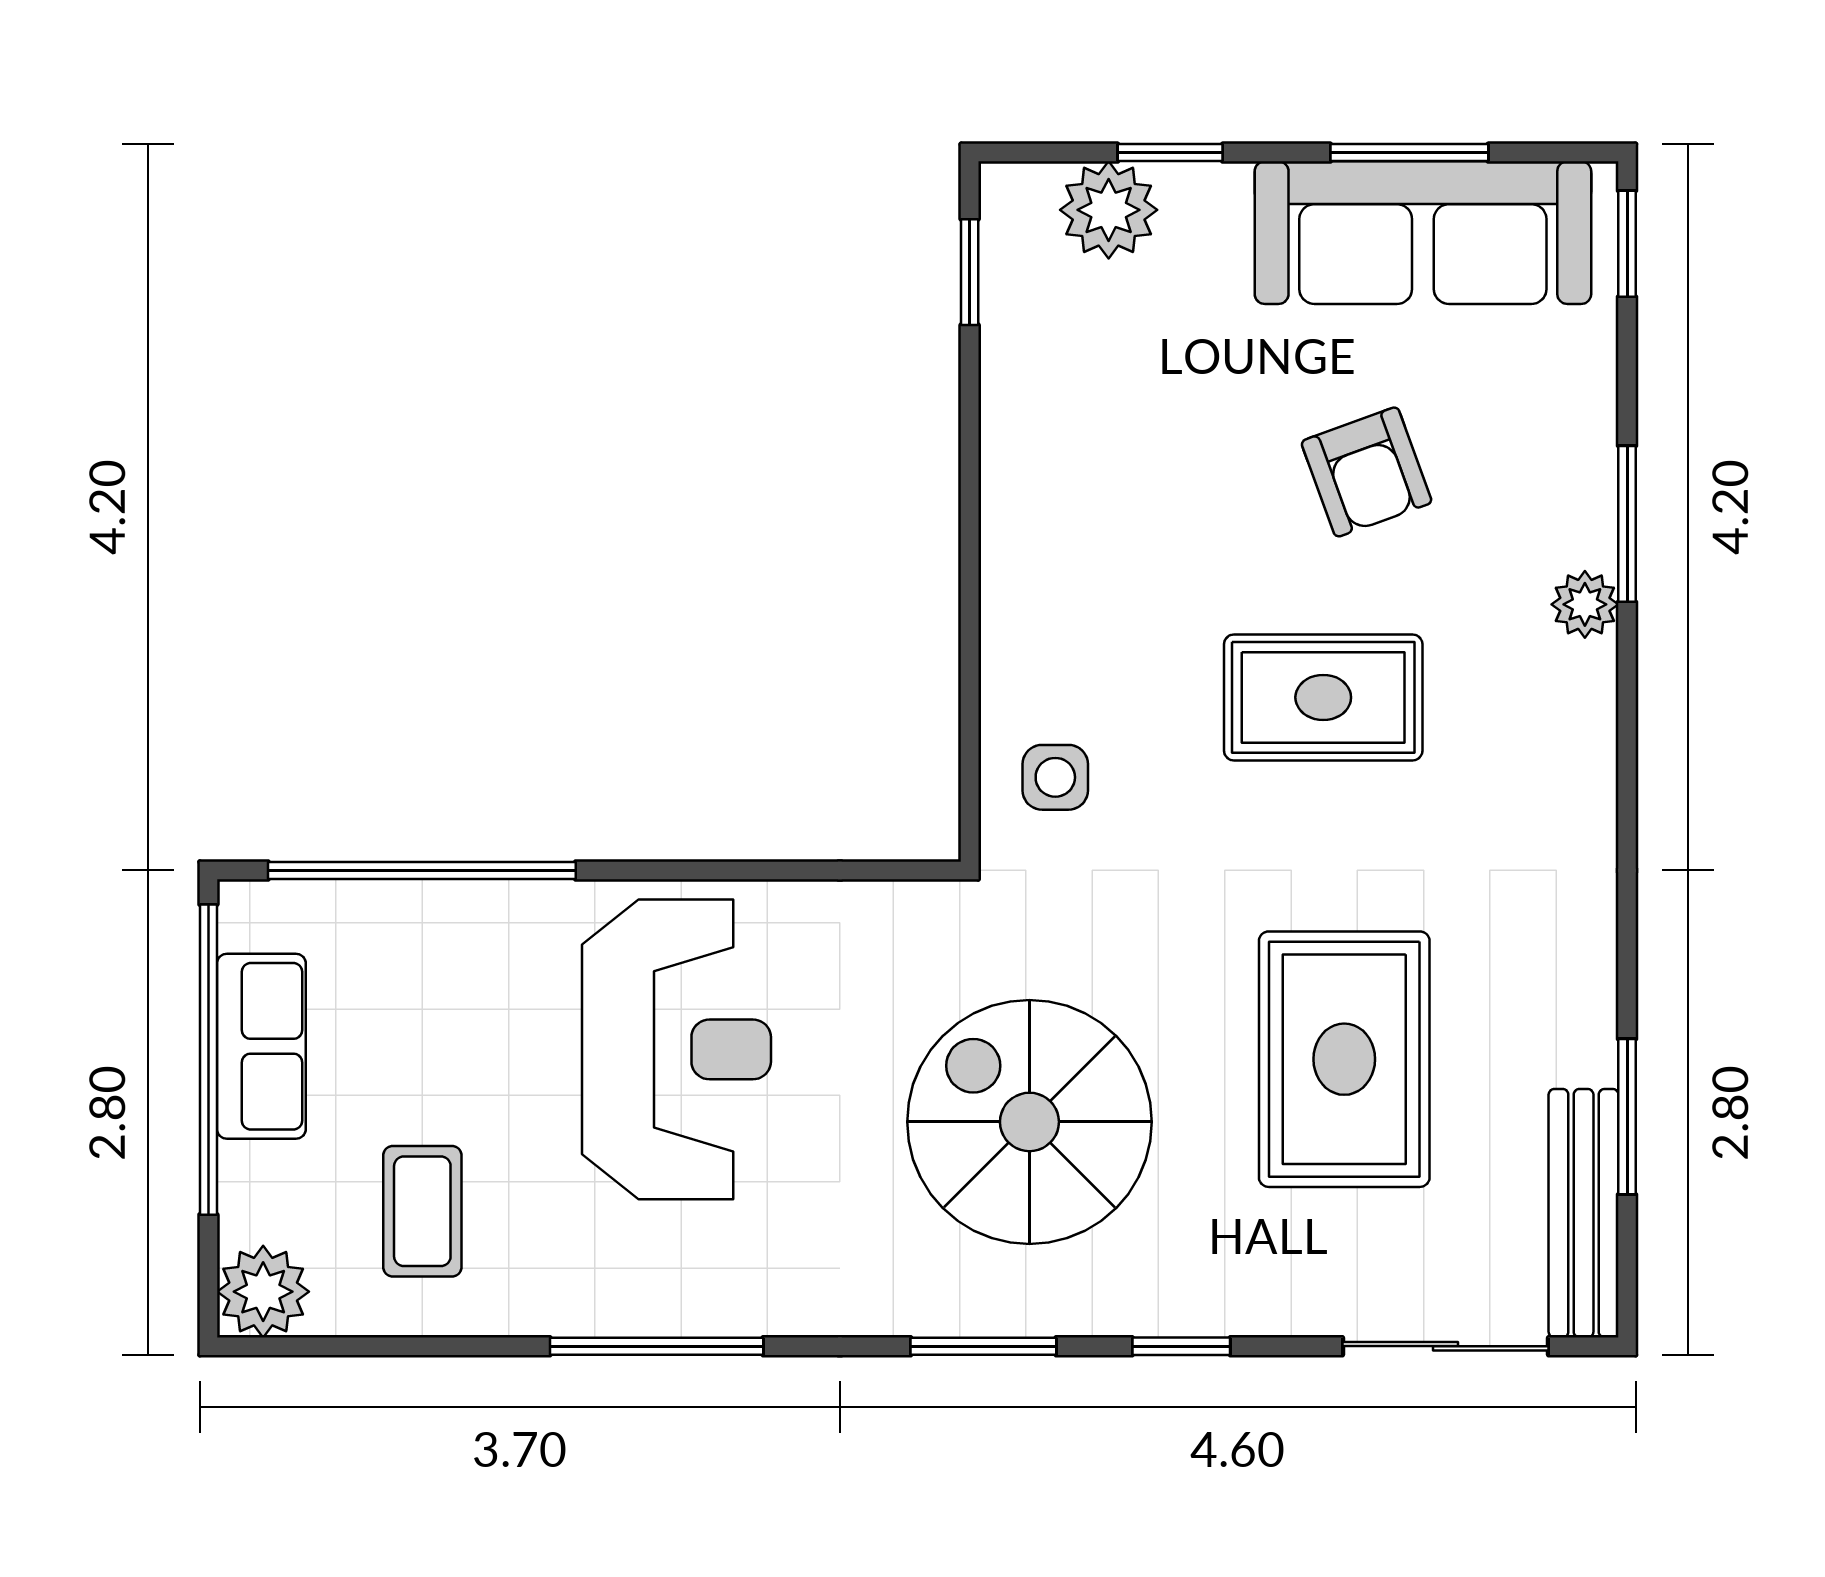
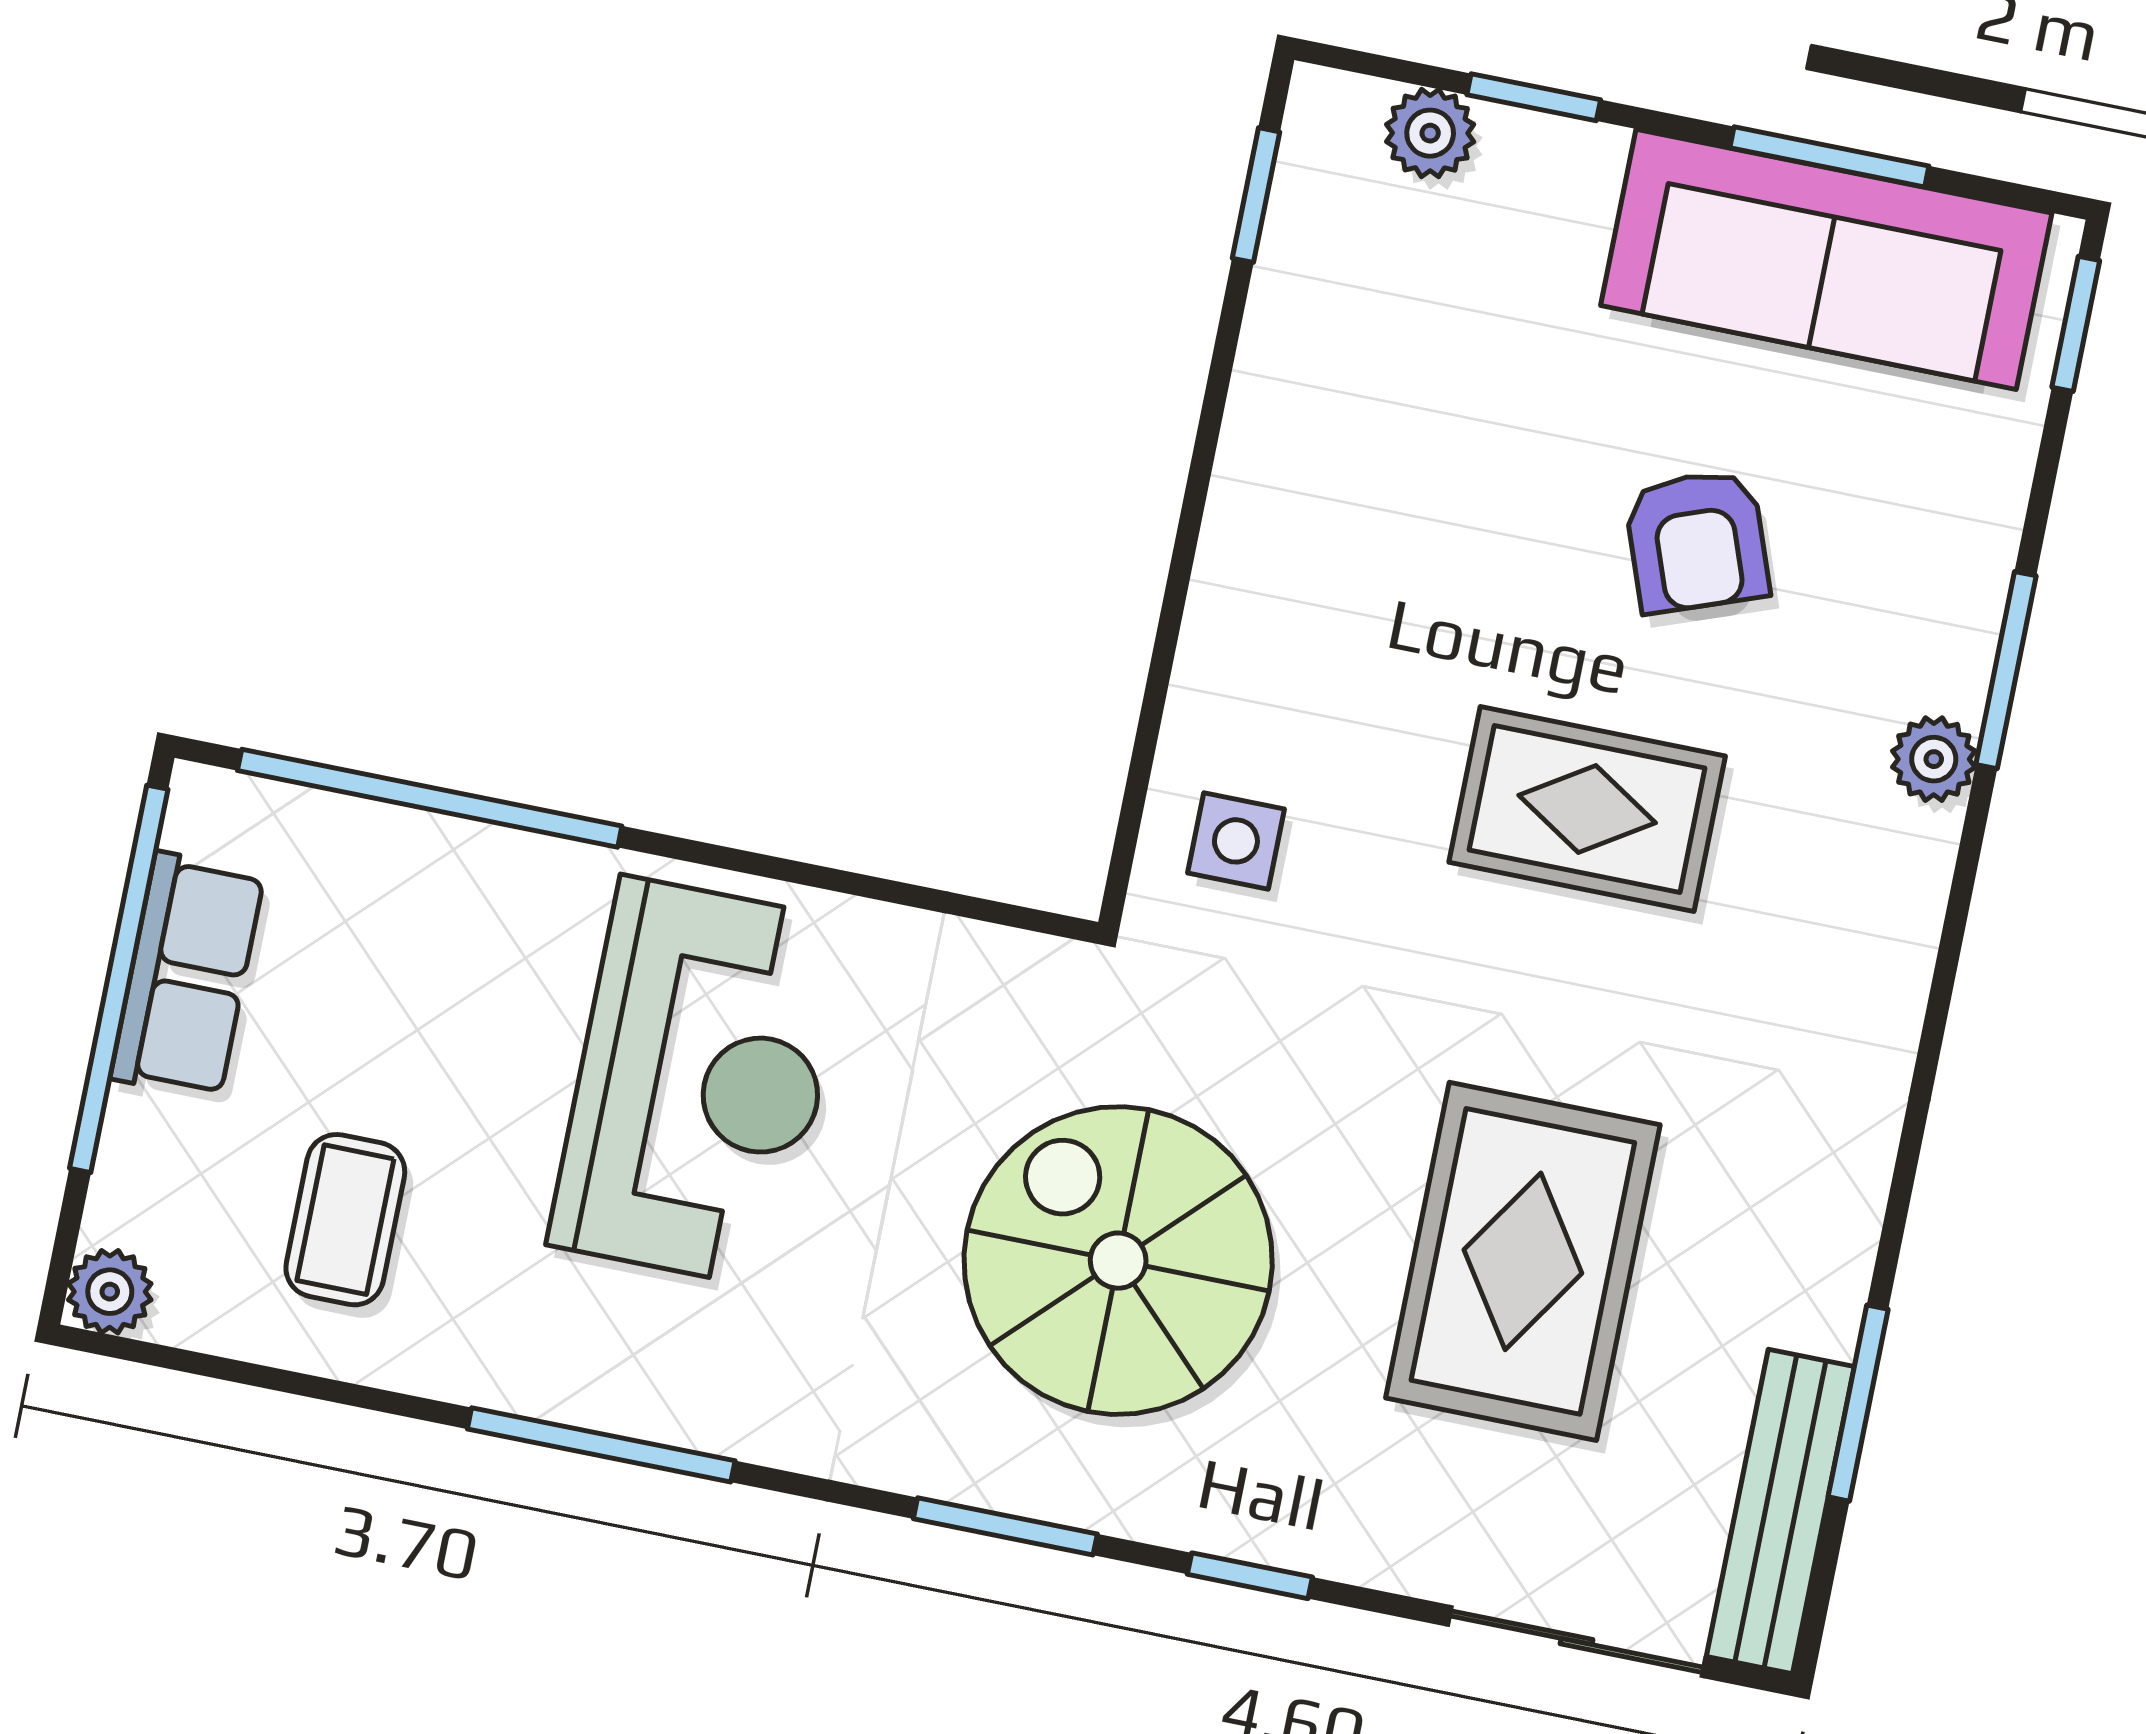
plant: (1109, 210) -> (1430, 133), width x0.73, depth x0.73
plant: (263, 1292) -> (110, 1292), width x0.73, depth x0.73

